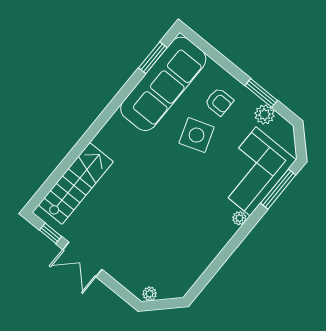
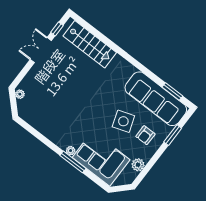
window: (261, 93) -> (173, 135), moved
window: (278, 189) -> (73, 162), moved

